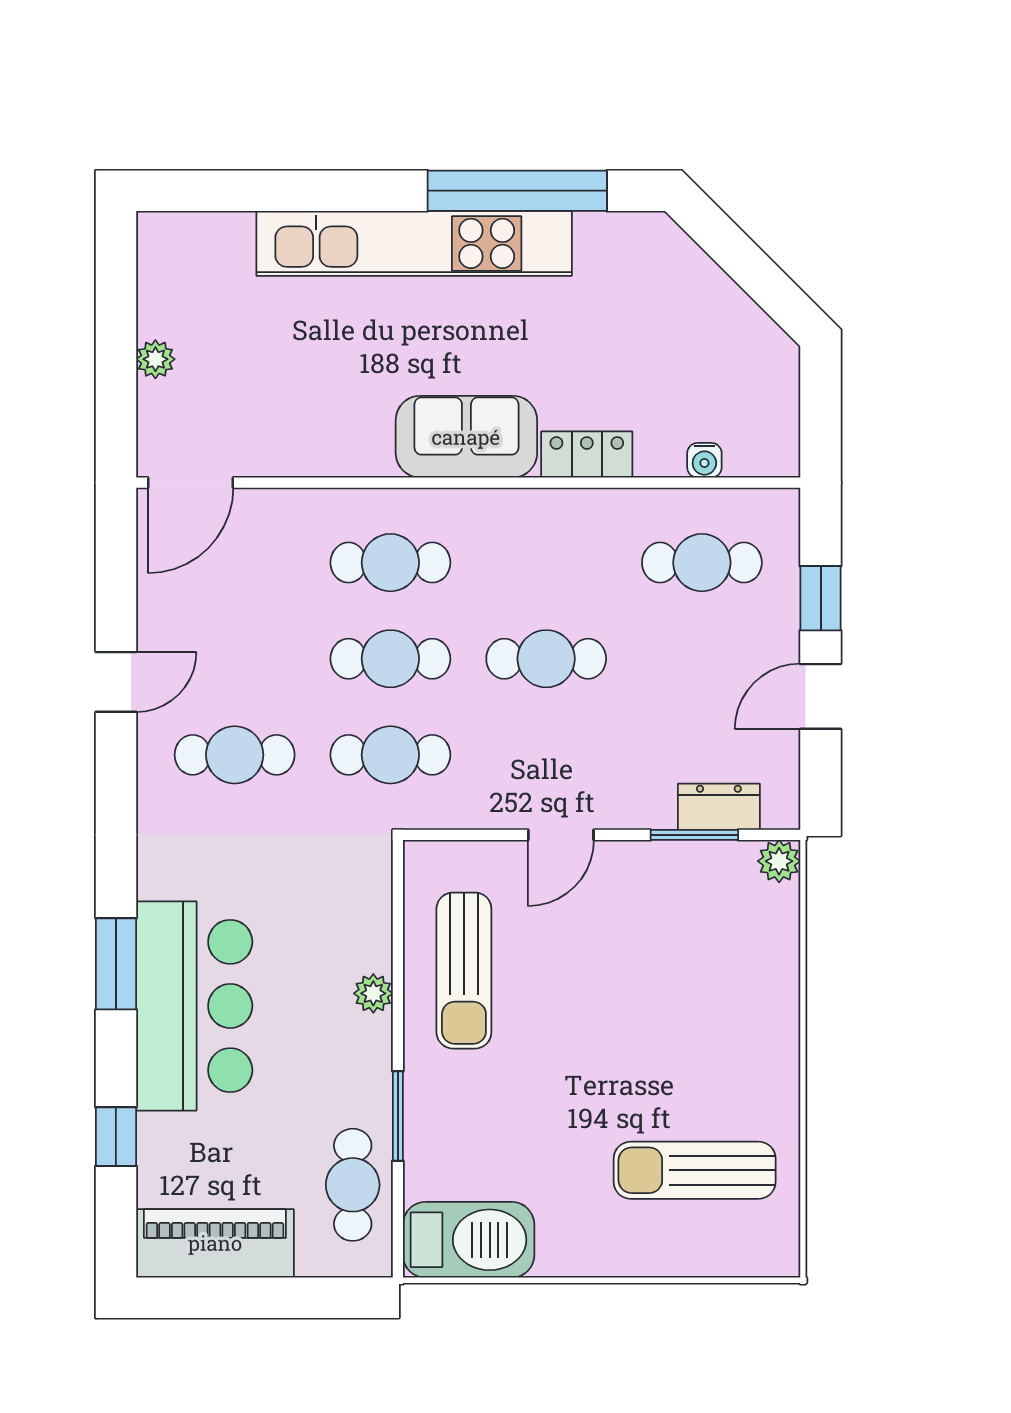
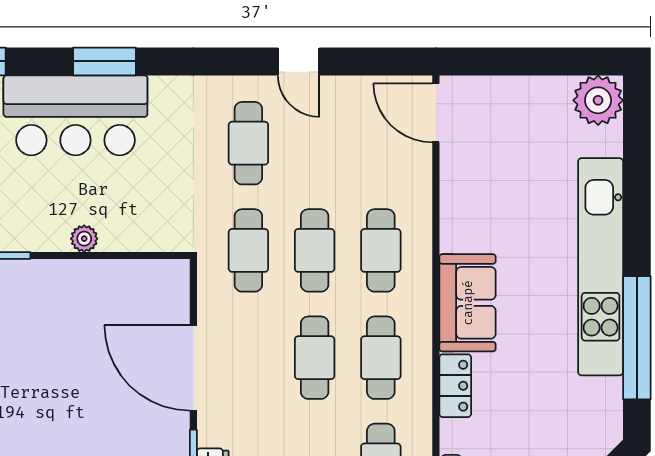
plant: (155, 359) -> (598, 100), moved, width x1.87, depth x1.87
cafe table: (546, 563) -> (381, 358), added
door: (561, 835) -> (193, 368), width x1.88
sun lounger: (464, 971) -> (100, 301), removed

